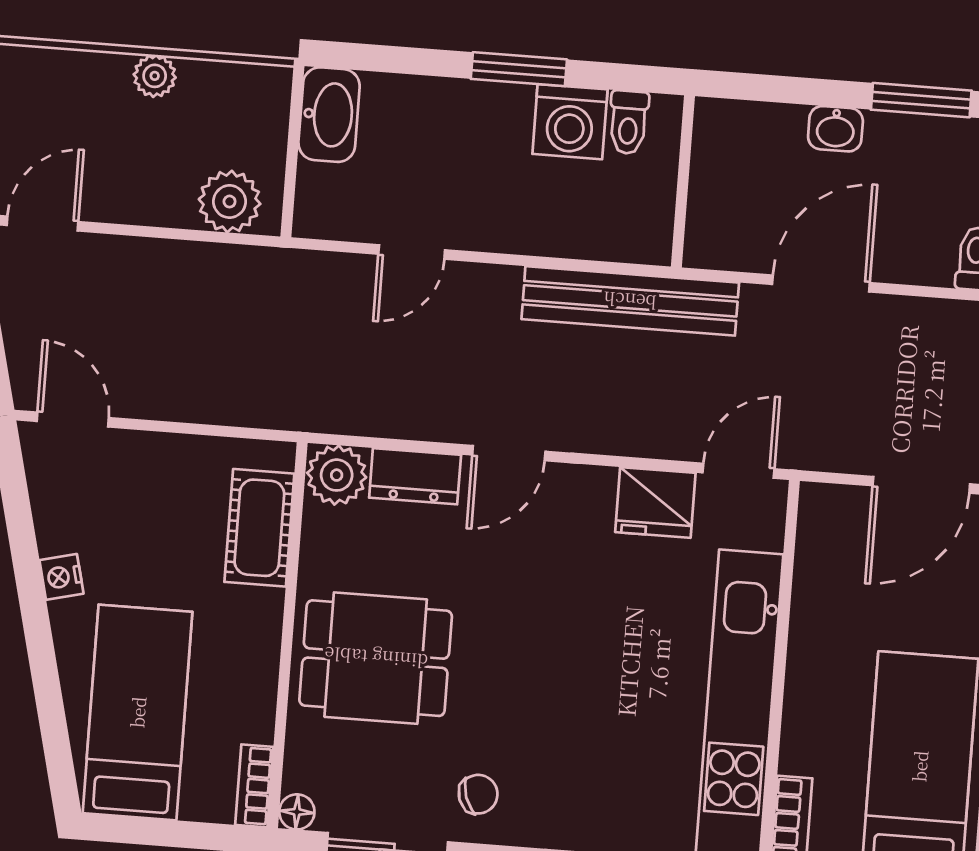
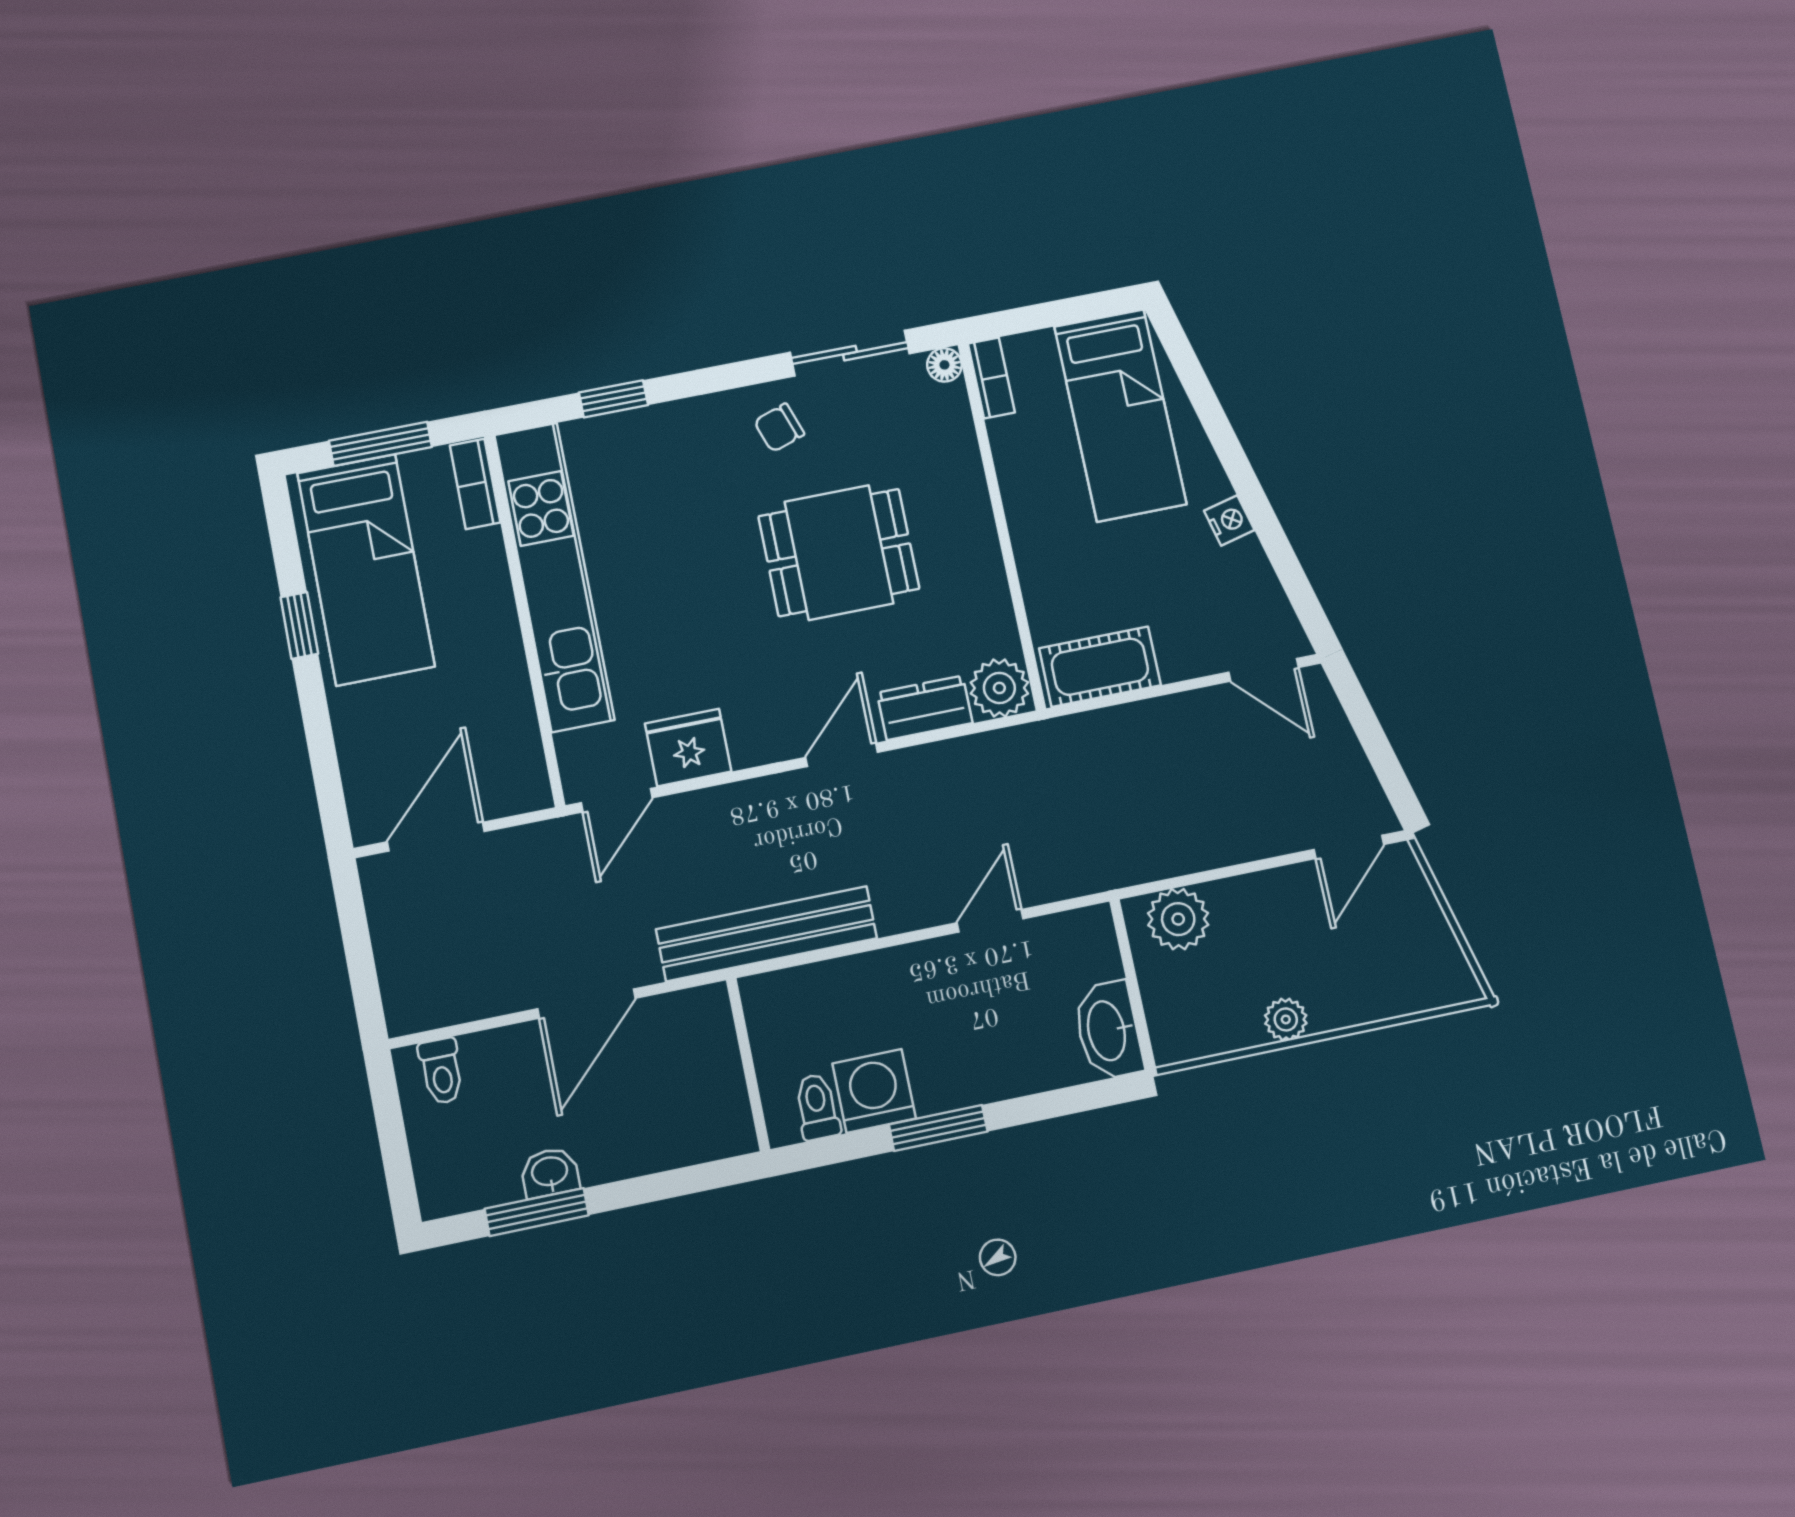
washbasin: (835, 129) -> (550, 1173), moved
cot: (259, 528) -> (1100, 667), moved, turned 90
dining table: (376, 658) -> (839, 552), moved

